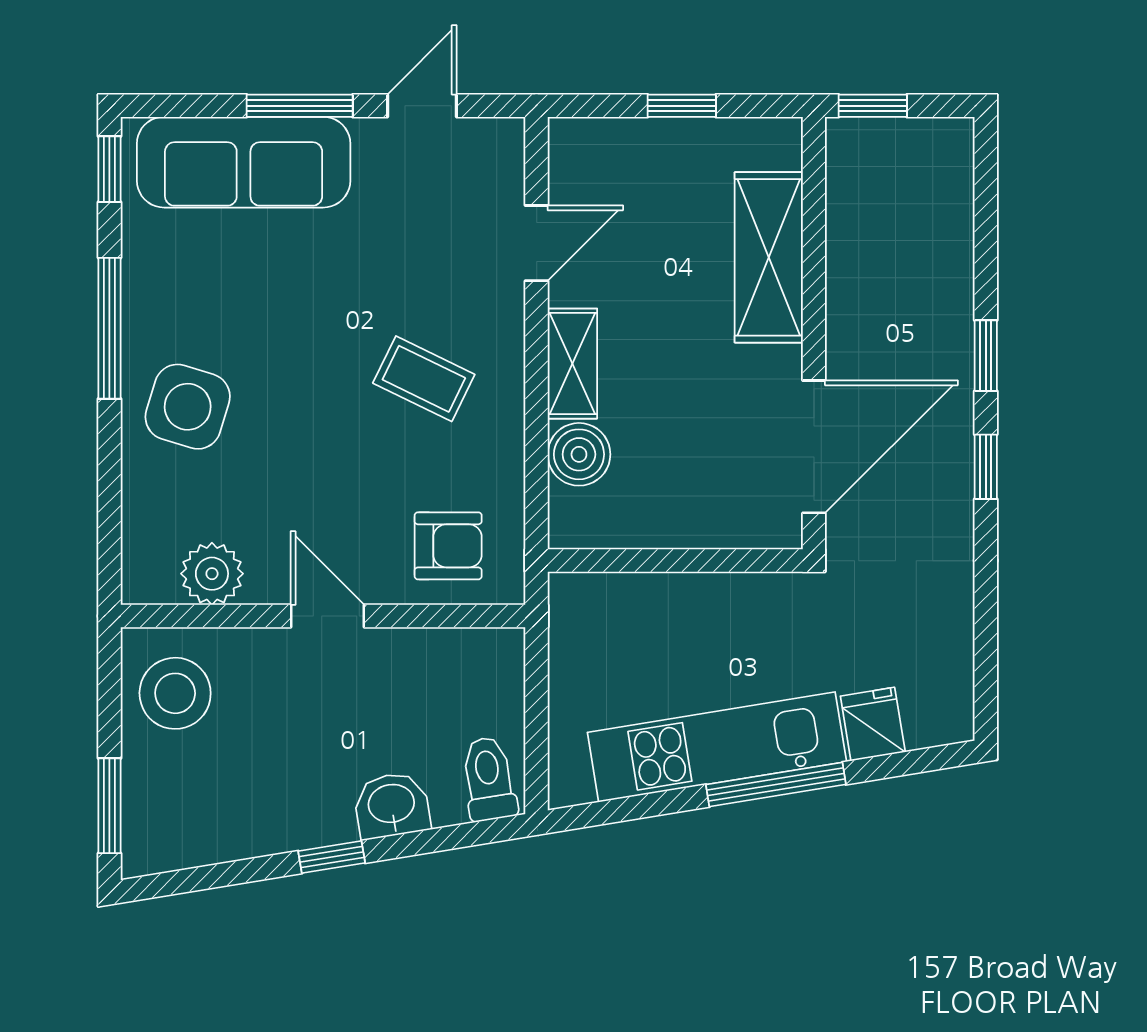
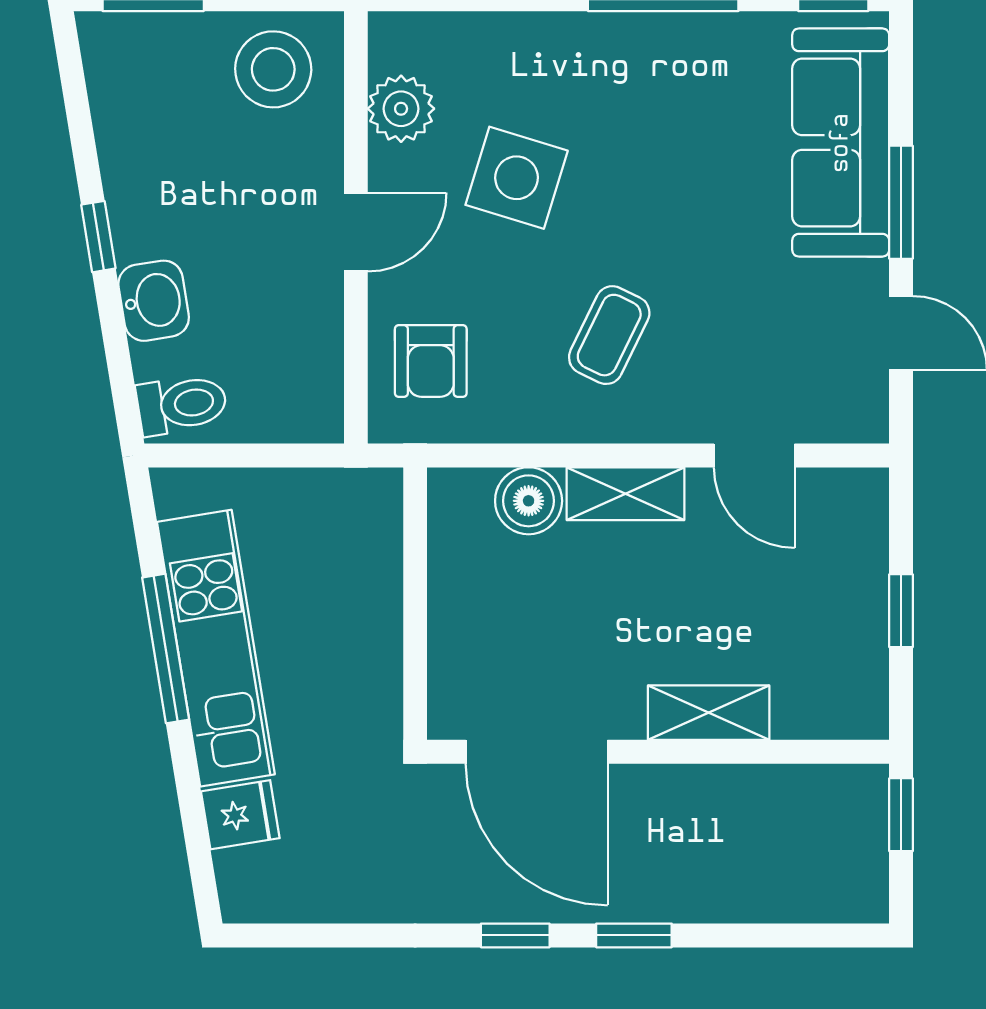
shelving: (769, 257) -> (709, 713), width x0.67, depth x0.75
side table: (188, 407) -> (517, 178), moved
window: (776, 784) -> (166, 649), moved

